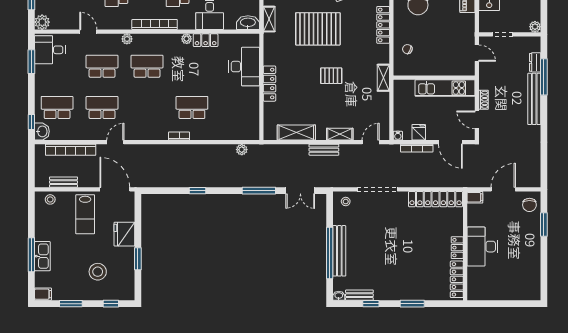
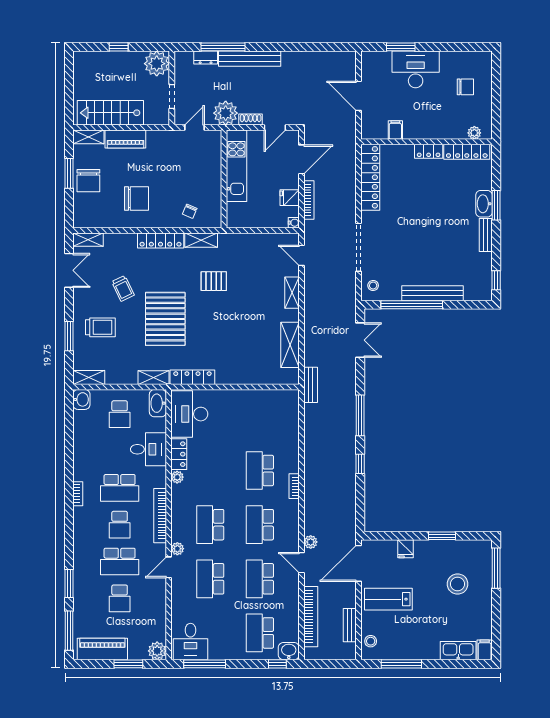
plant: (535, 27) -> (157, 64), width x1.88, depth x1.88
door: (88, 32) -> (169, 567), moved
window: (31, 62) -> (205, 664), width x1.44
desk: (244, 67) -> (189, 414), moved, turned -90
pallet: (331, 76) -> (214, 281), moved, turned 90
shelving: (383, 78) -> (201, 240), moved
plant: (489, 79) -> (226, 113), added
locker: (269, 84) -> (192, 377), moved
school desk: (147, 107) -> (260, 525), added
plant: (242, 150) -> (311, 542), moved
bench: (324, 150) -> (311, 385), moved
window: (259, 191) -> (360, 415), moved
filing cabinet: (475, 197) -> (395, 130), moved
chair: (529, 205) -> (465, 87), moved
lab bench: (85, 214) -> (388, 599), turned 180
fridge: (124, 234) -> (406, 549), width x0.53, depth x0.75
desk: (482, 247) -> (416, 69), moved, turned 180
window: (330, 253) -> (412, 305), moved
window: (31, 255) -> (401, 664), moved
kitchen sink: (42, 256) -> (458, 651), moved
plant: (473, 286) -> (474, 133), added
bench: (359, 295) -> (486, 235), moved
washbasin: (339, 296) -> (484, 204), moved, width x1.91, depth x1.45
window: (71, 304) -> (496, 616), removed
window: (111, 304) -> (496, 568), width x2.17
window: (371, 304) -> (496, 280), moved

